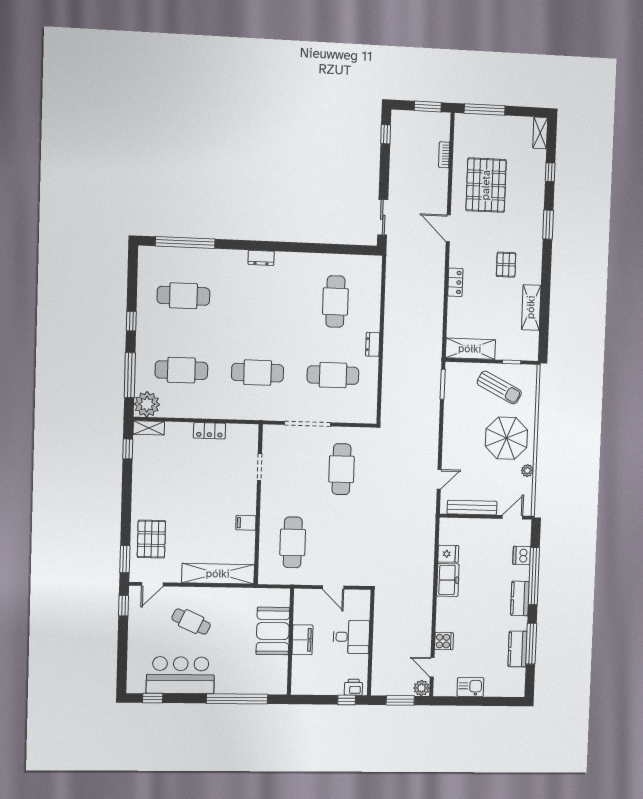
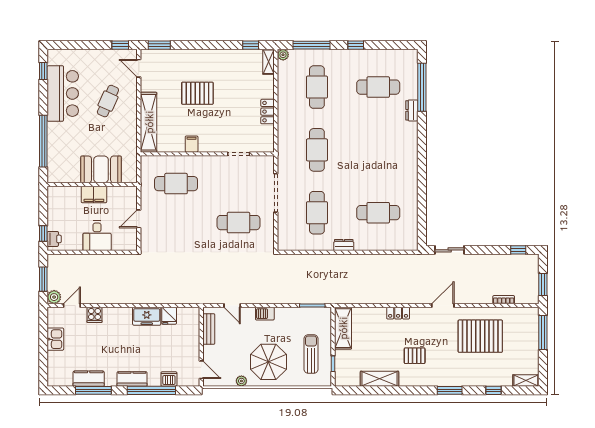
dresser: (261, 258) -> (412, 110), moved
cafe table: (183, 296) -> (378, 87), turned 90
sun lounger: (499, 388) -> (311, 354), turned 153
plant: (147, 404) -> (283, 55), width x0.53, depth x0.53
barbecue: (450, 441) -> (265, 314), added
bench: (472, 508) -> (209, 329), width x0.73
pallet: (151, 539) -> (197, 93), moved

